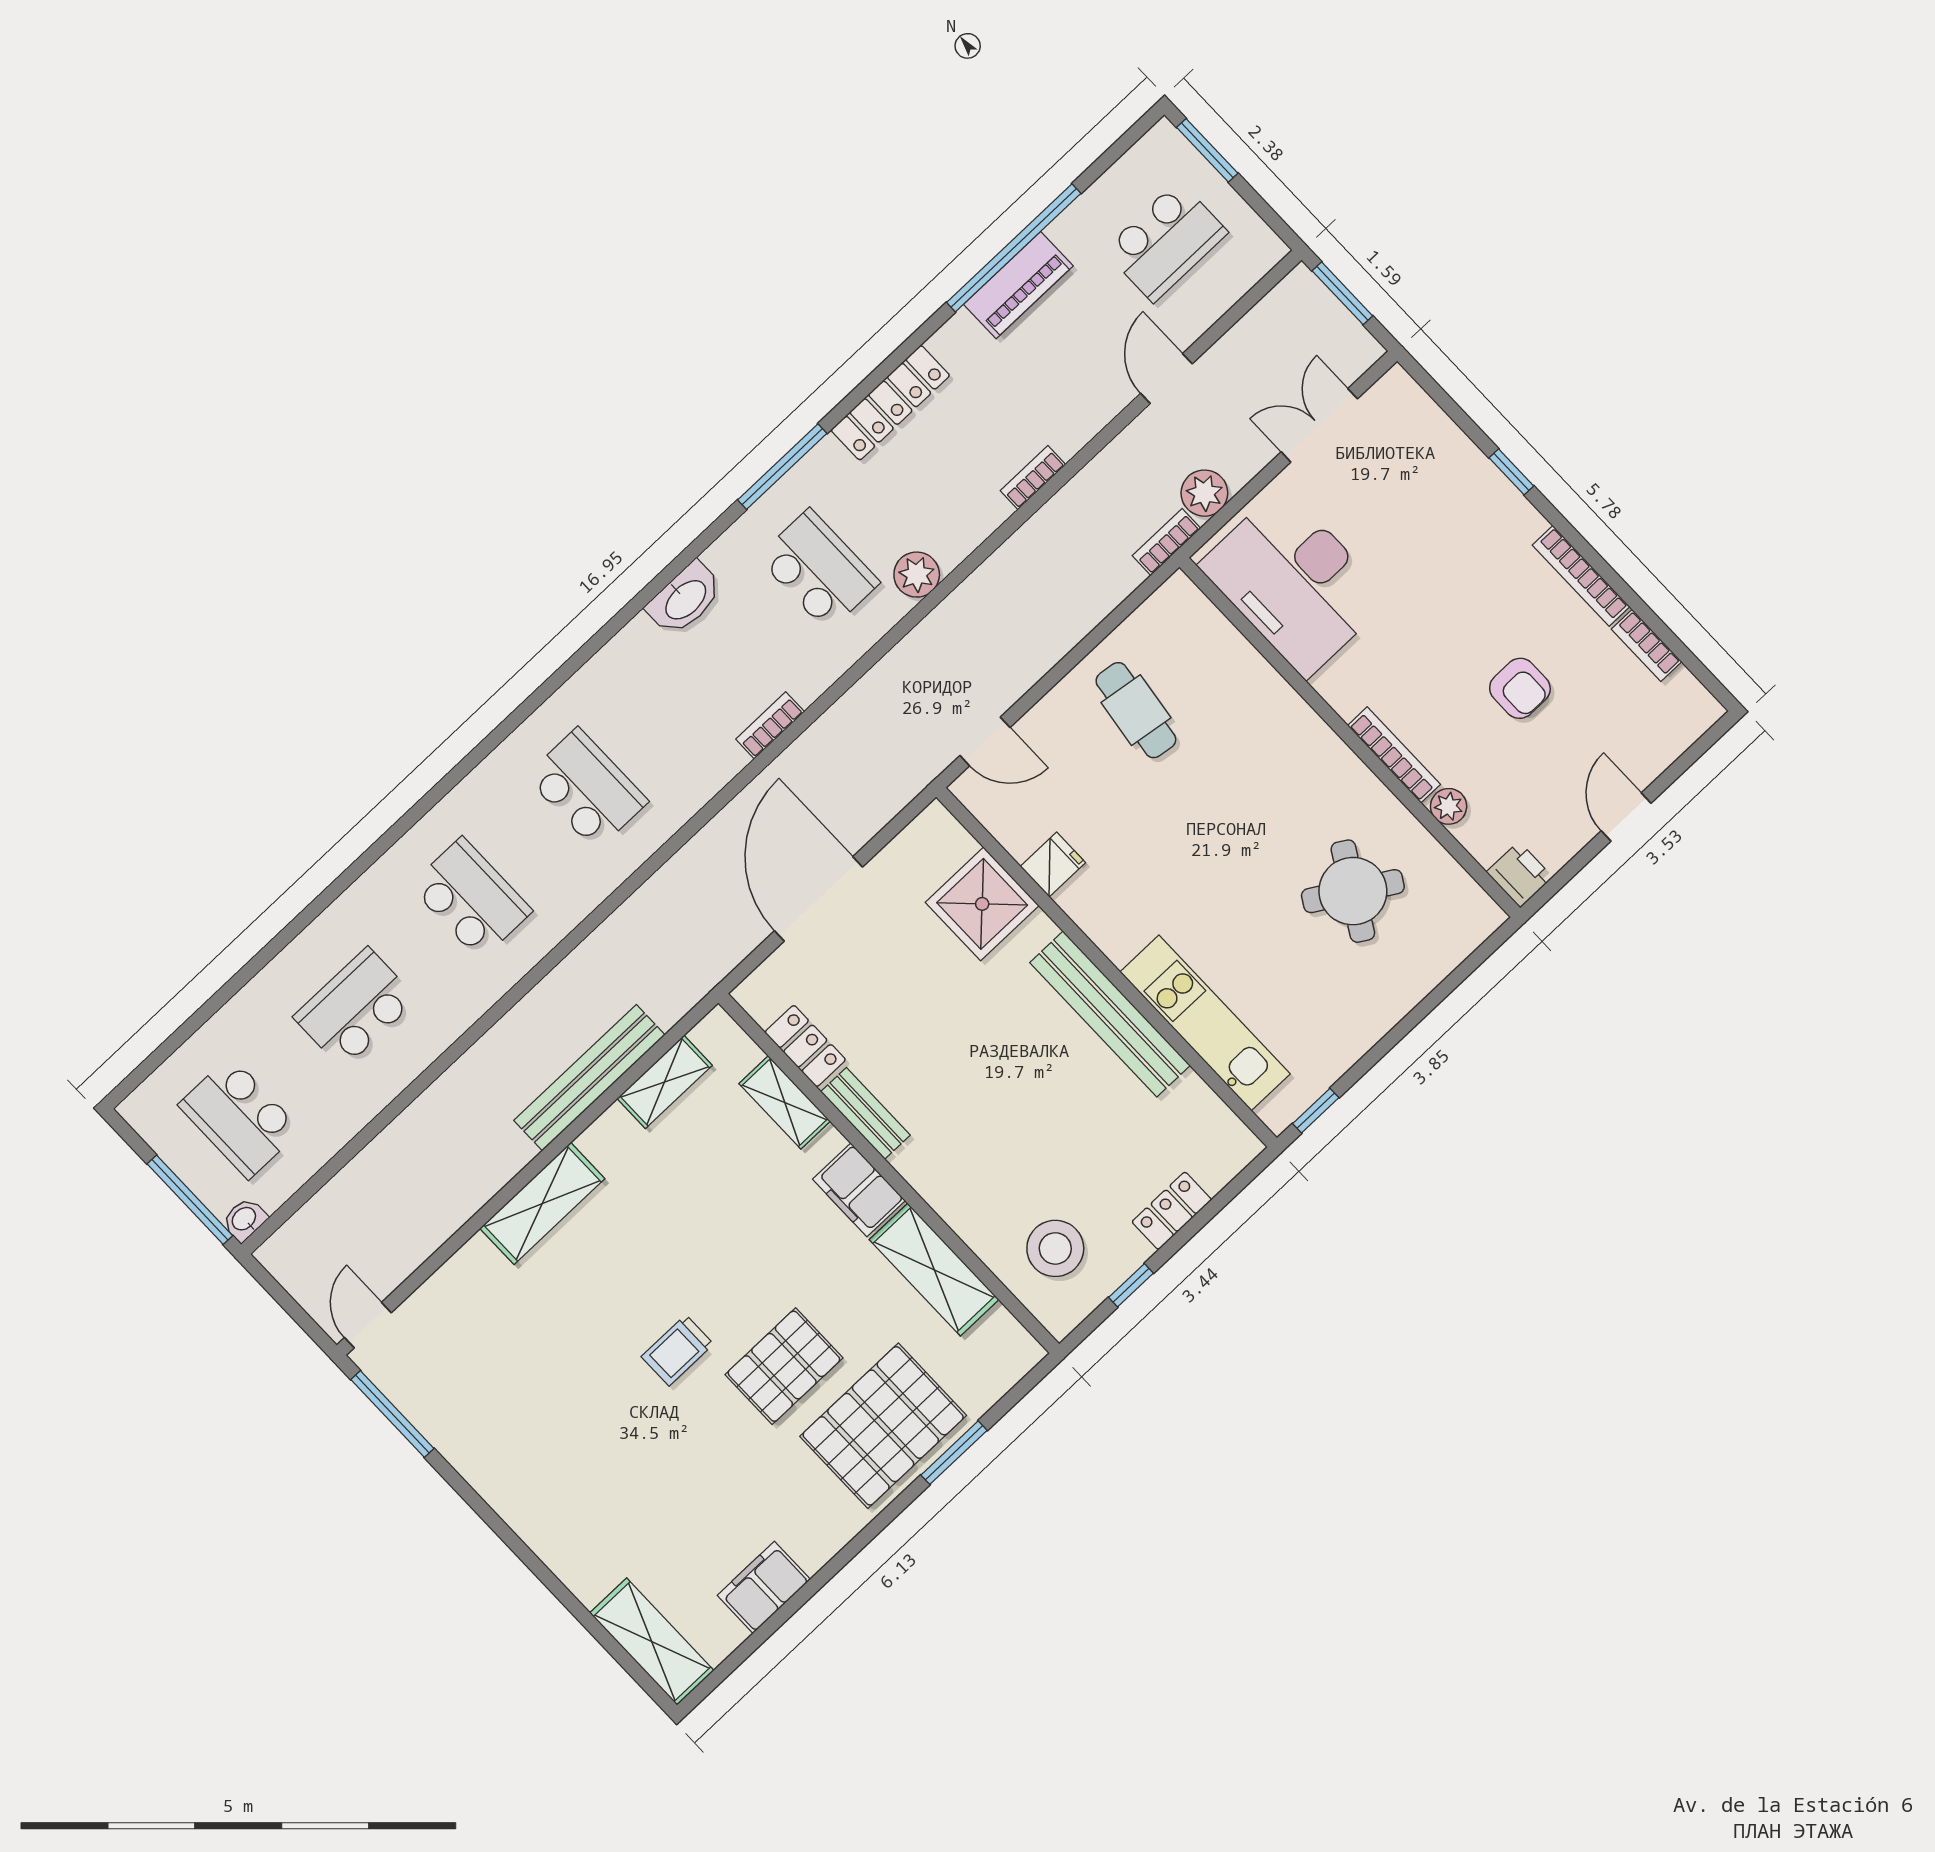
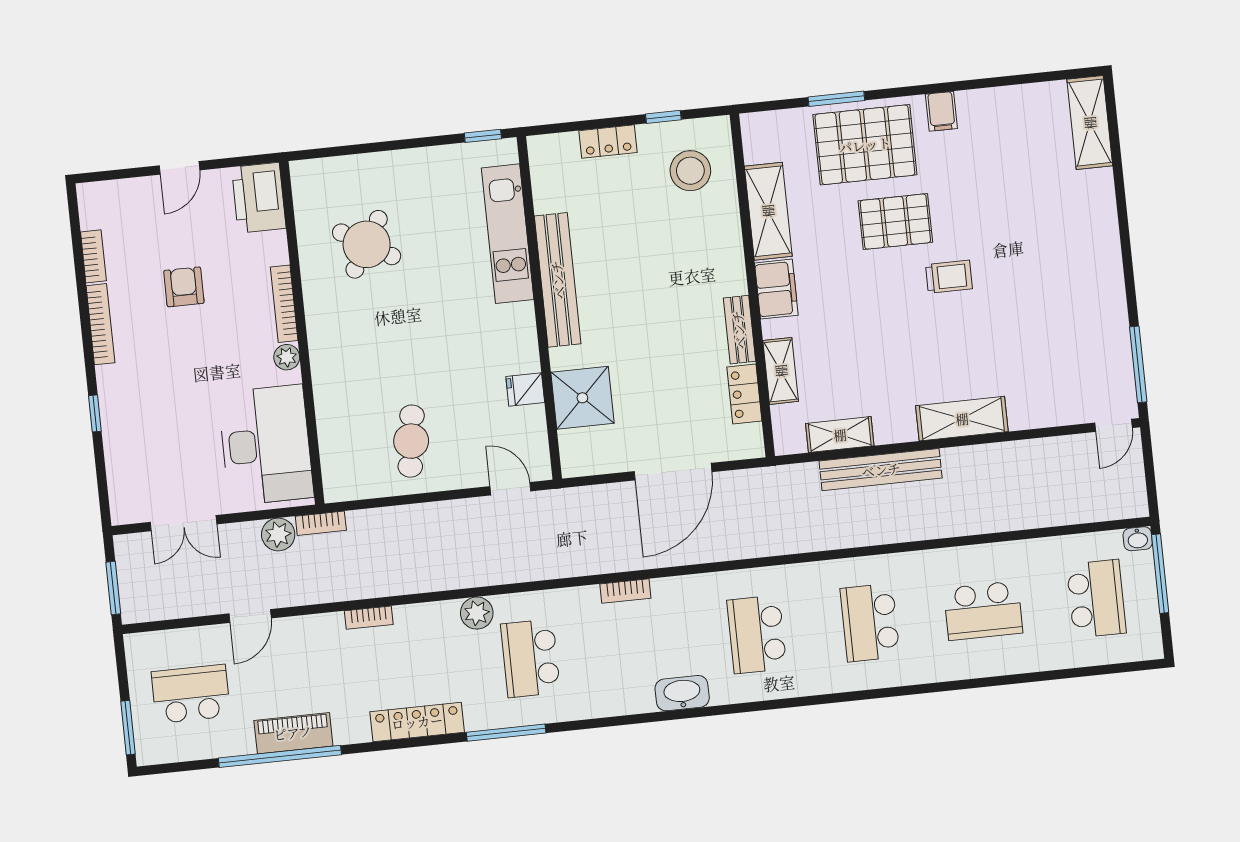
washbasin: (685, 599) -> (682, 693), moved
plant: (1449, 806) -> (287, 357), moved
printer: (1520, 875) -> (259, 198), width x1.87, depth x1.48
filing cabinet: (764, 1587) -> (941, 111), moved, width x0.50

